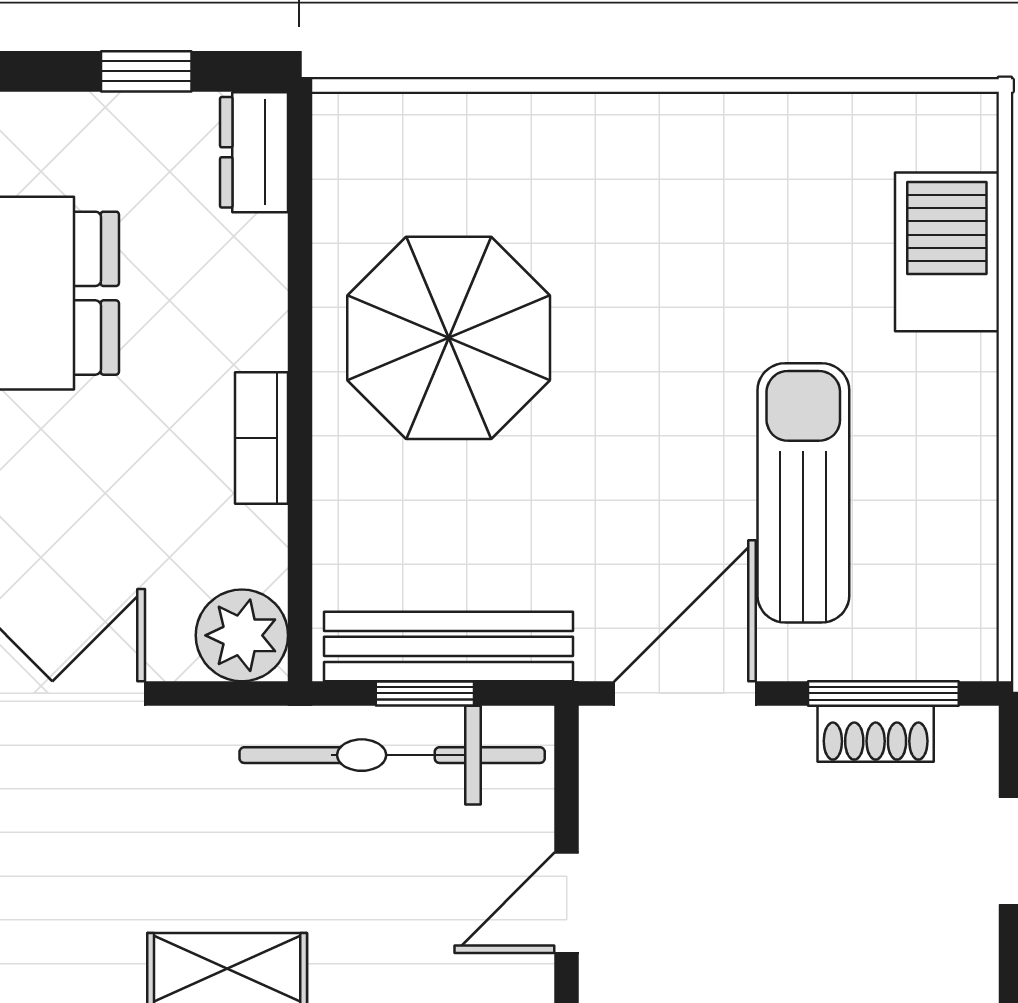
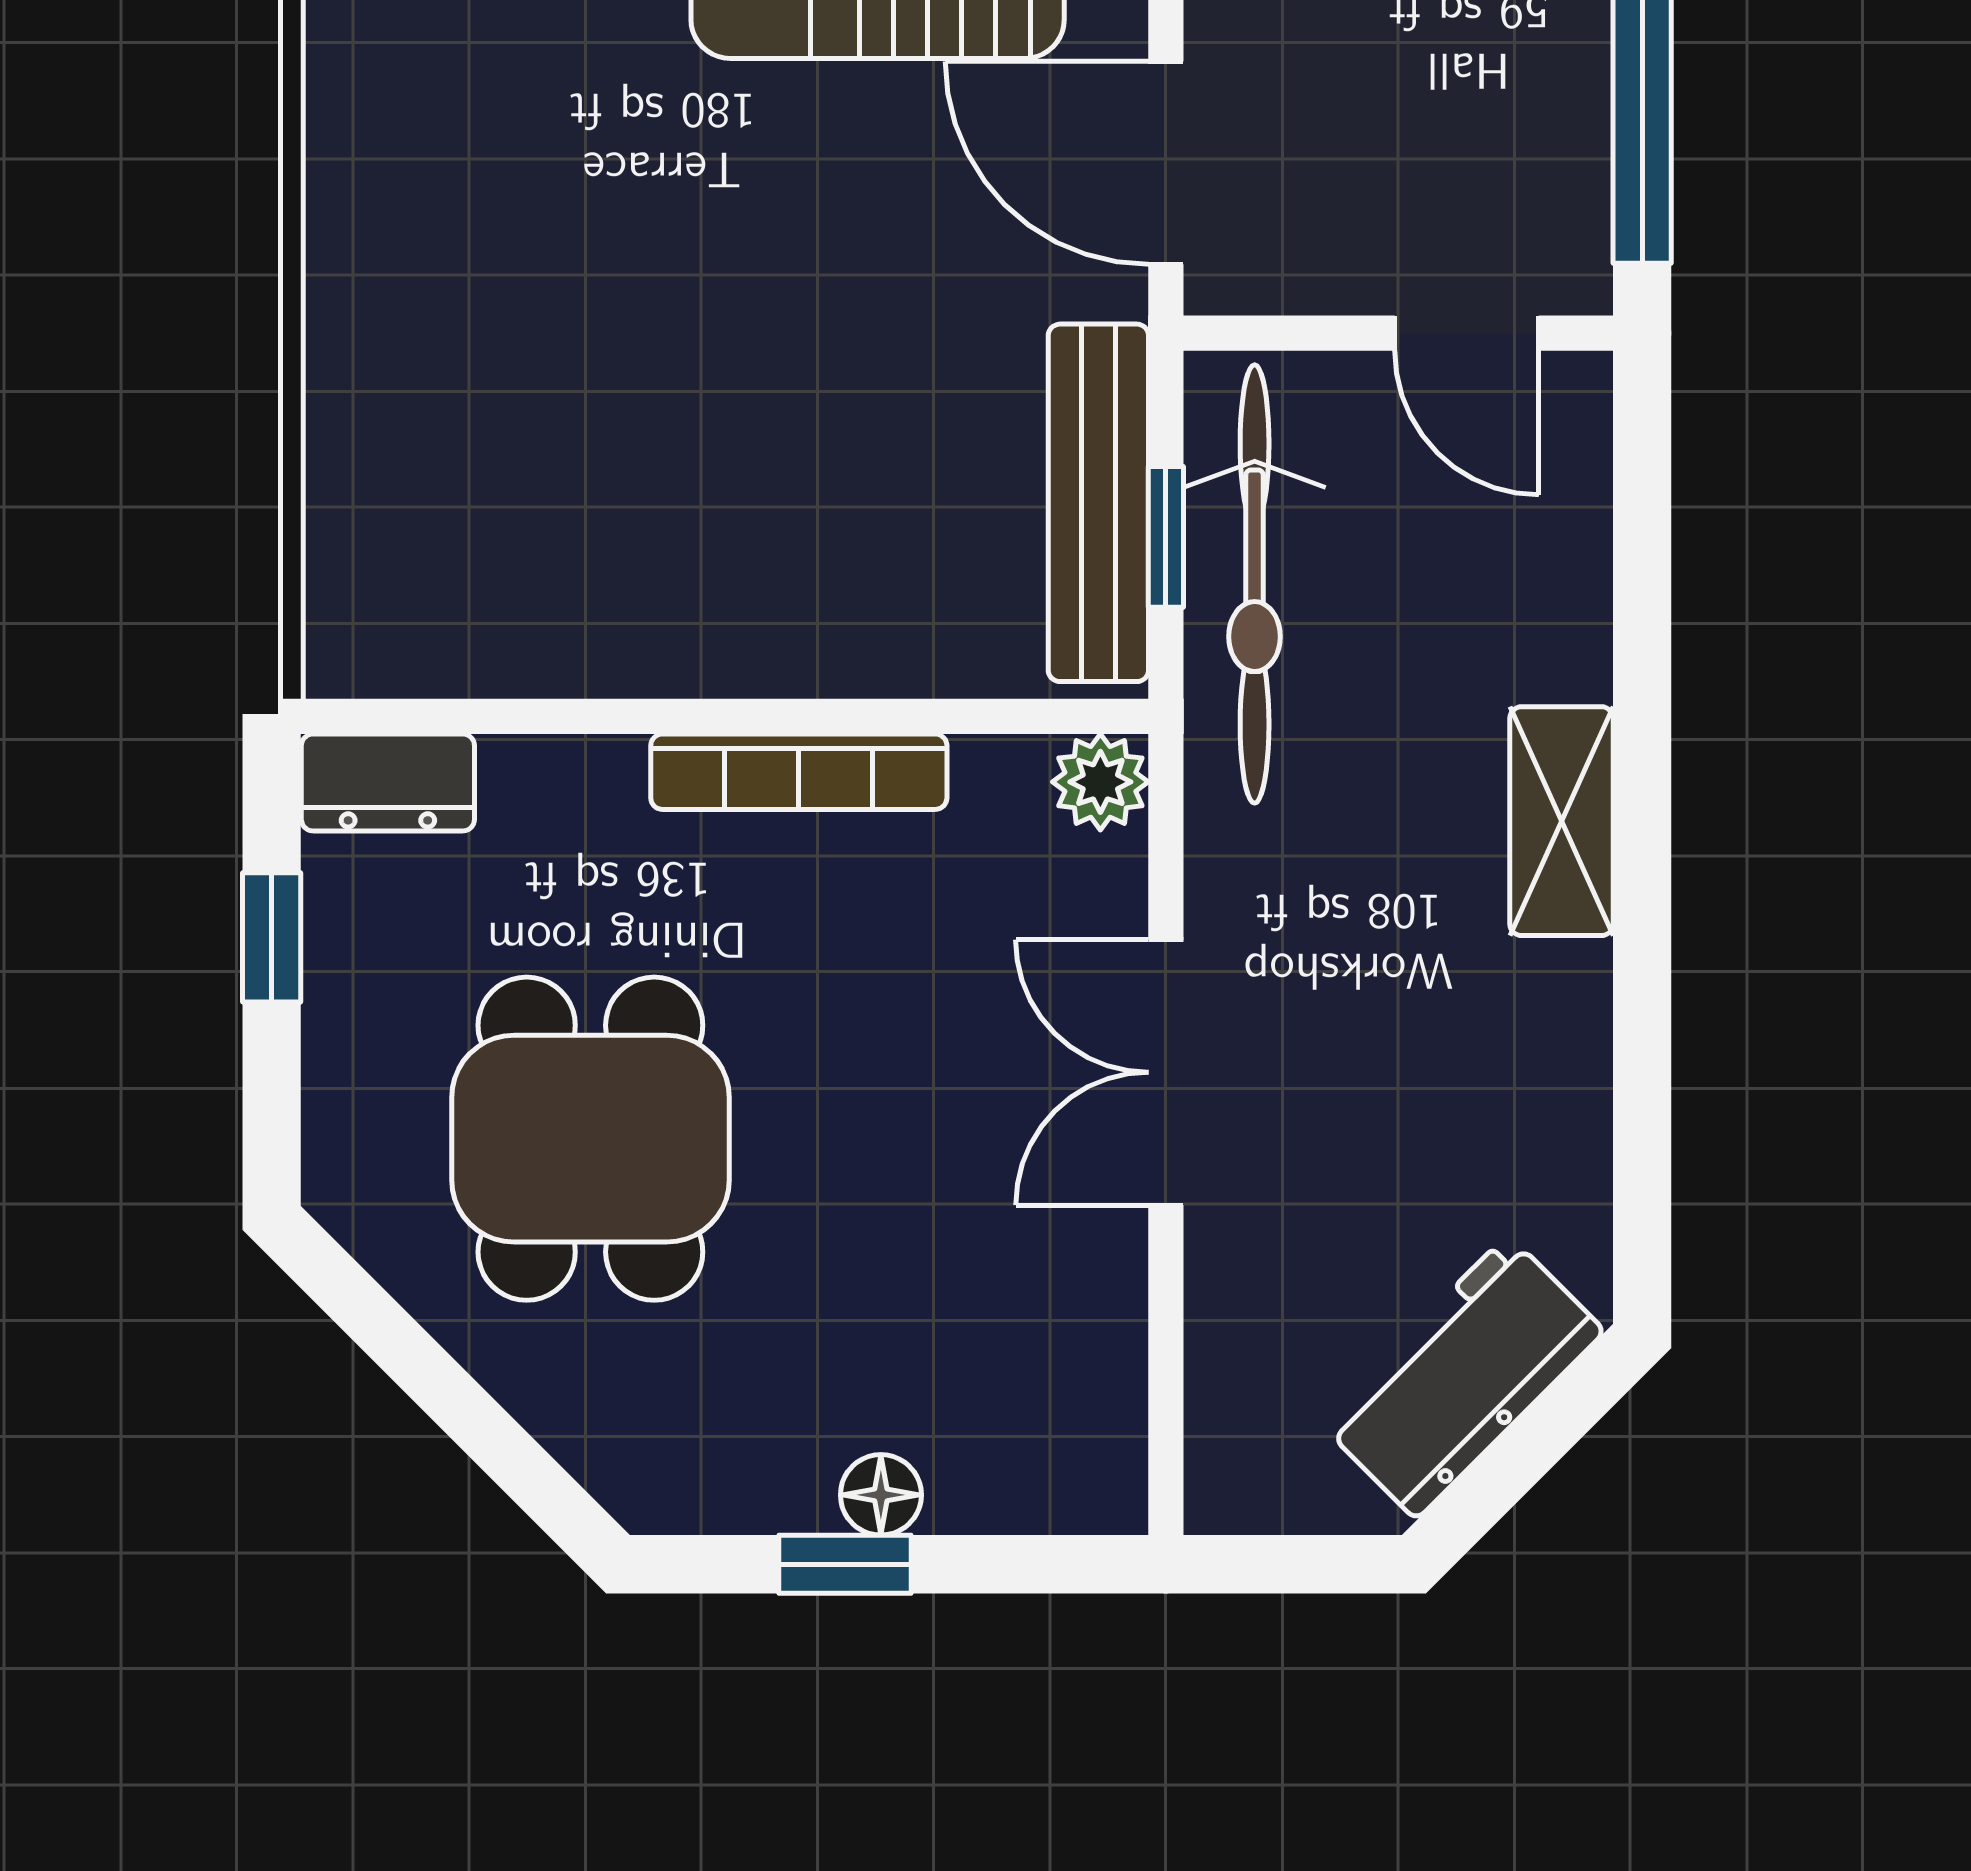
parasol: (449, 338) -> (655, 503), removed
bookcase: (262, 438) -> (799, 772), width x1.56
plant: (242, 635) -> (1100, 782), width x0.73, depth x0.73

